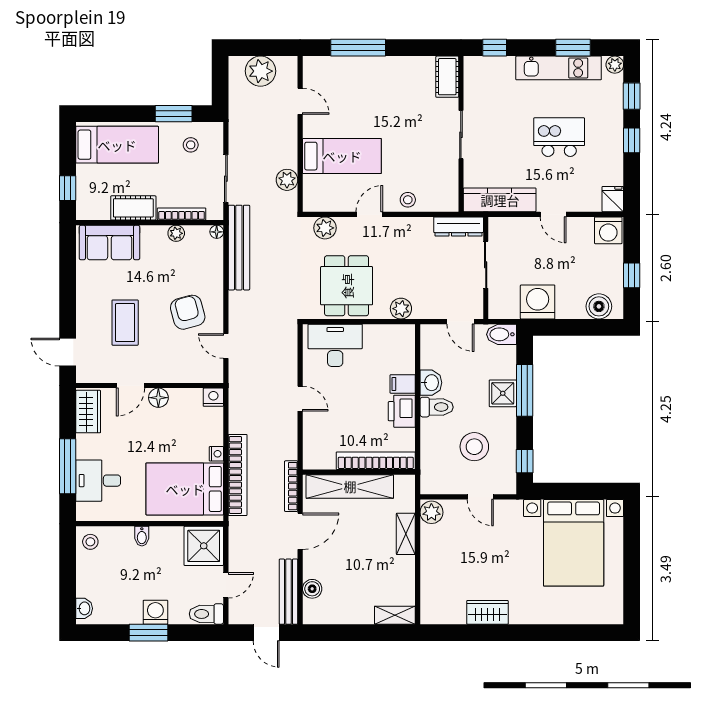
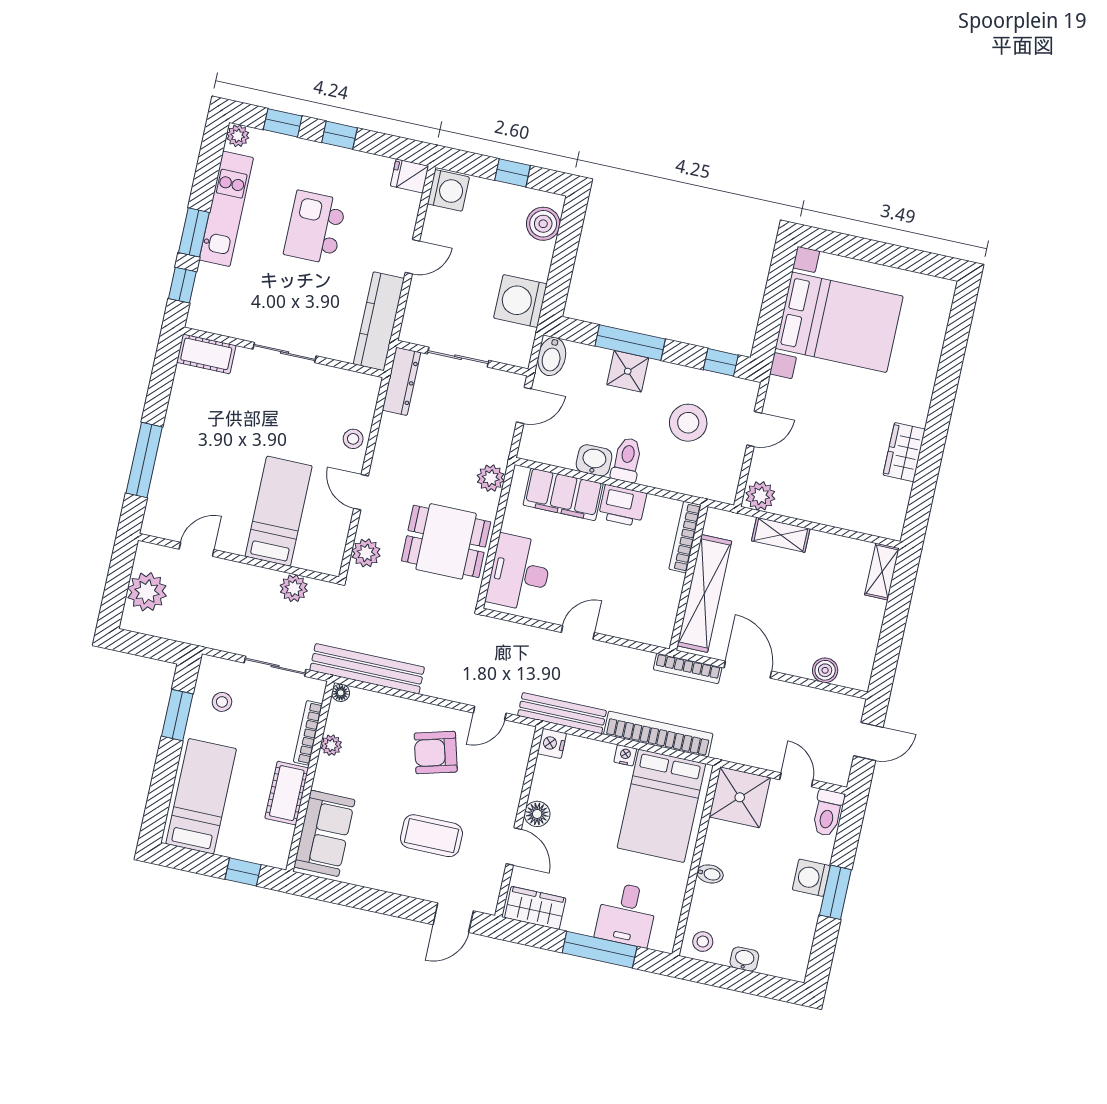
window: (573, 48) -> (194, 232), moved
filing cabinet: (403, 384) -> (563, 494), width x3.00, depth x1.17
bookcase: (376, 461) -> (685, 537), width x0.68, depth x0.76
bench: (289, 592) -> (562, 713), moved
washbasin: (84, 608) -> (744, 959), moved

